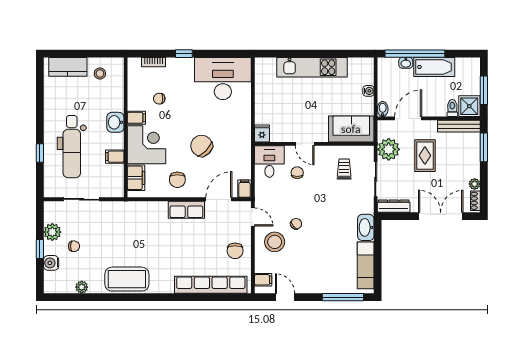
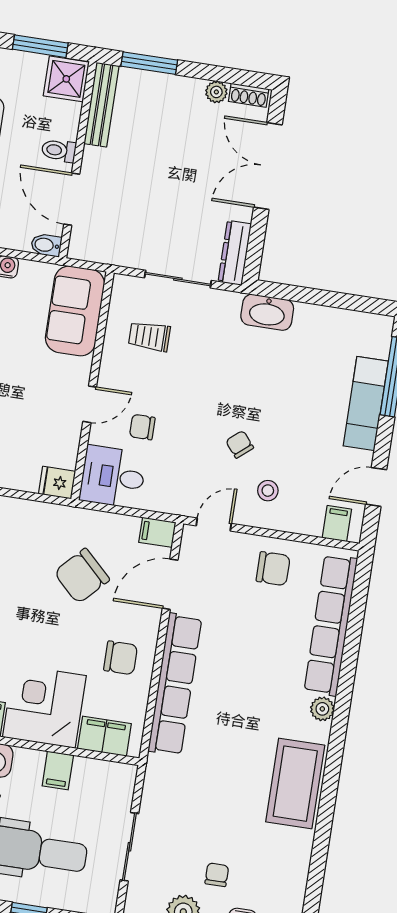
toilet: (452, 108) -> (59, 151), moved
chair: (202, 146) -> (82, 576), moved
plant: (389, 149) -> (125, 246), removed
rug: (425, 156) -> (147, 178), removed
door: (219, 199) -> (170, 584), hinge flipped
row of seats: (186, 210) -> (175, 684), width x2.02
stool: (275, 242) -> (268, 491), width x0.53, depth x0.53
exam couch: (366, 265) -> (366, 404), moved, turned 90
plant: (82, 287) -> (322, 709), moved

